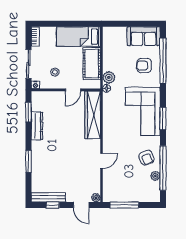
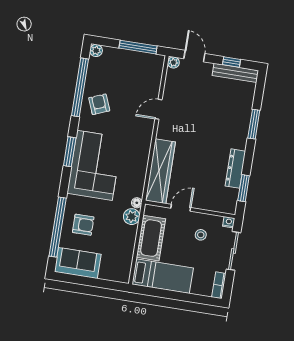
plant: (155, 176) -> (96, 51), moved

